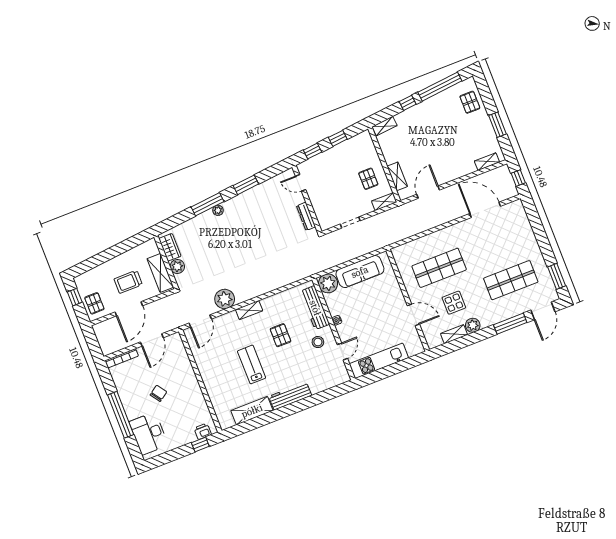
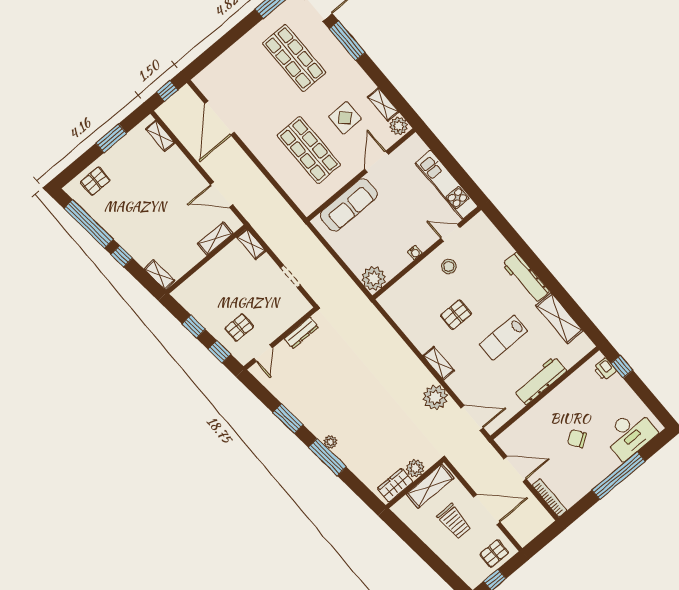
pallet: (368, 179) -> (239, 327), moved
sofa: (360, 272) -> (349, 205), moved, turned 90
workbench: (315, 308) -> (540, 381), moved, turned 180
plant: (473, 325) -> (399, 126), moved

